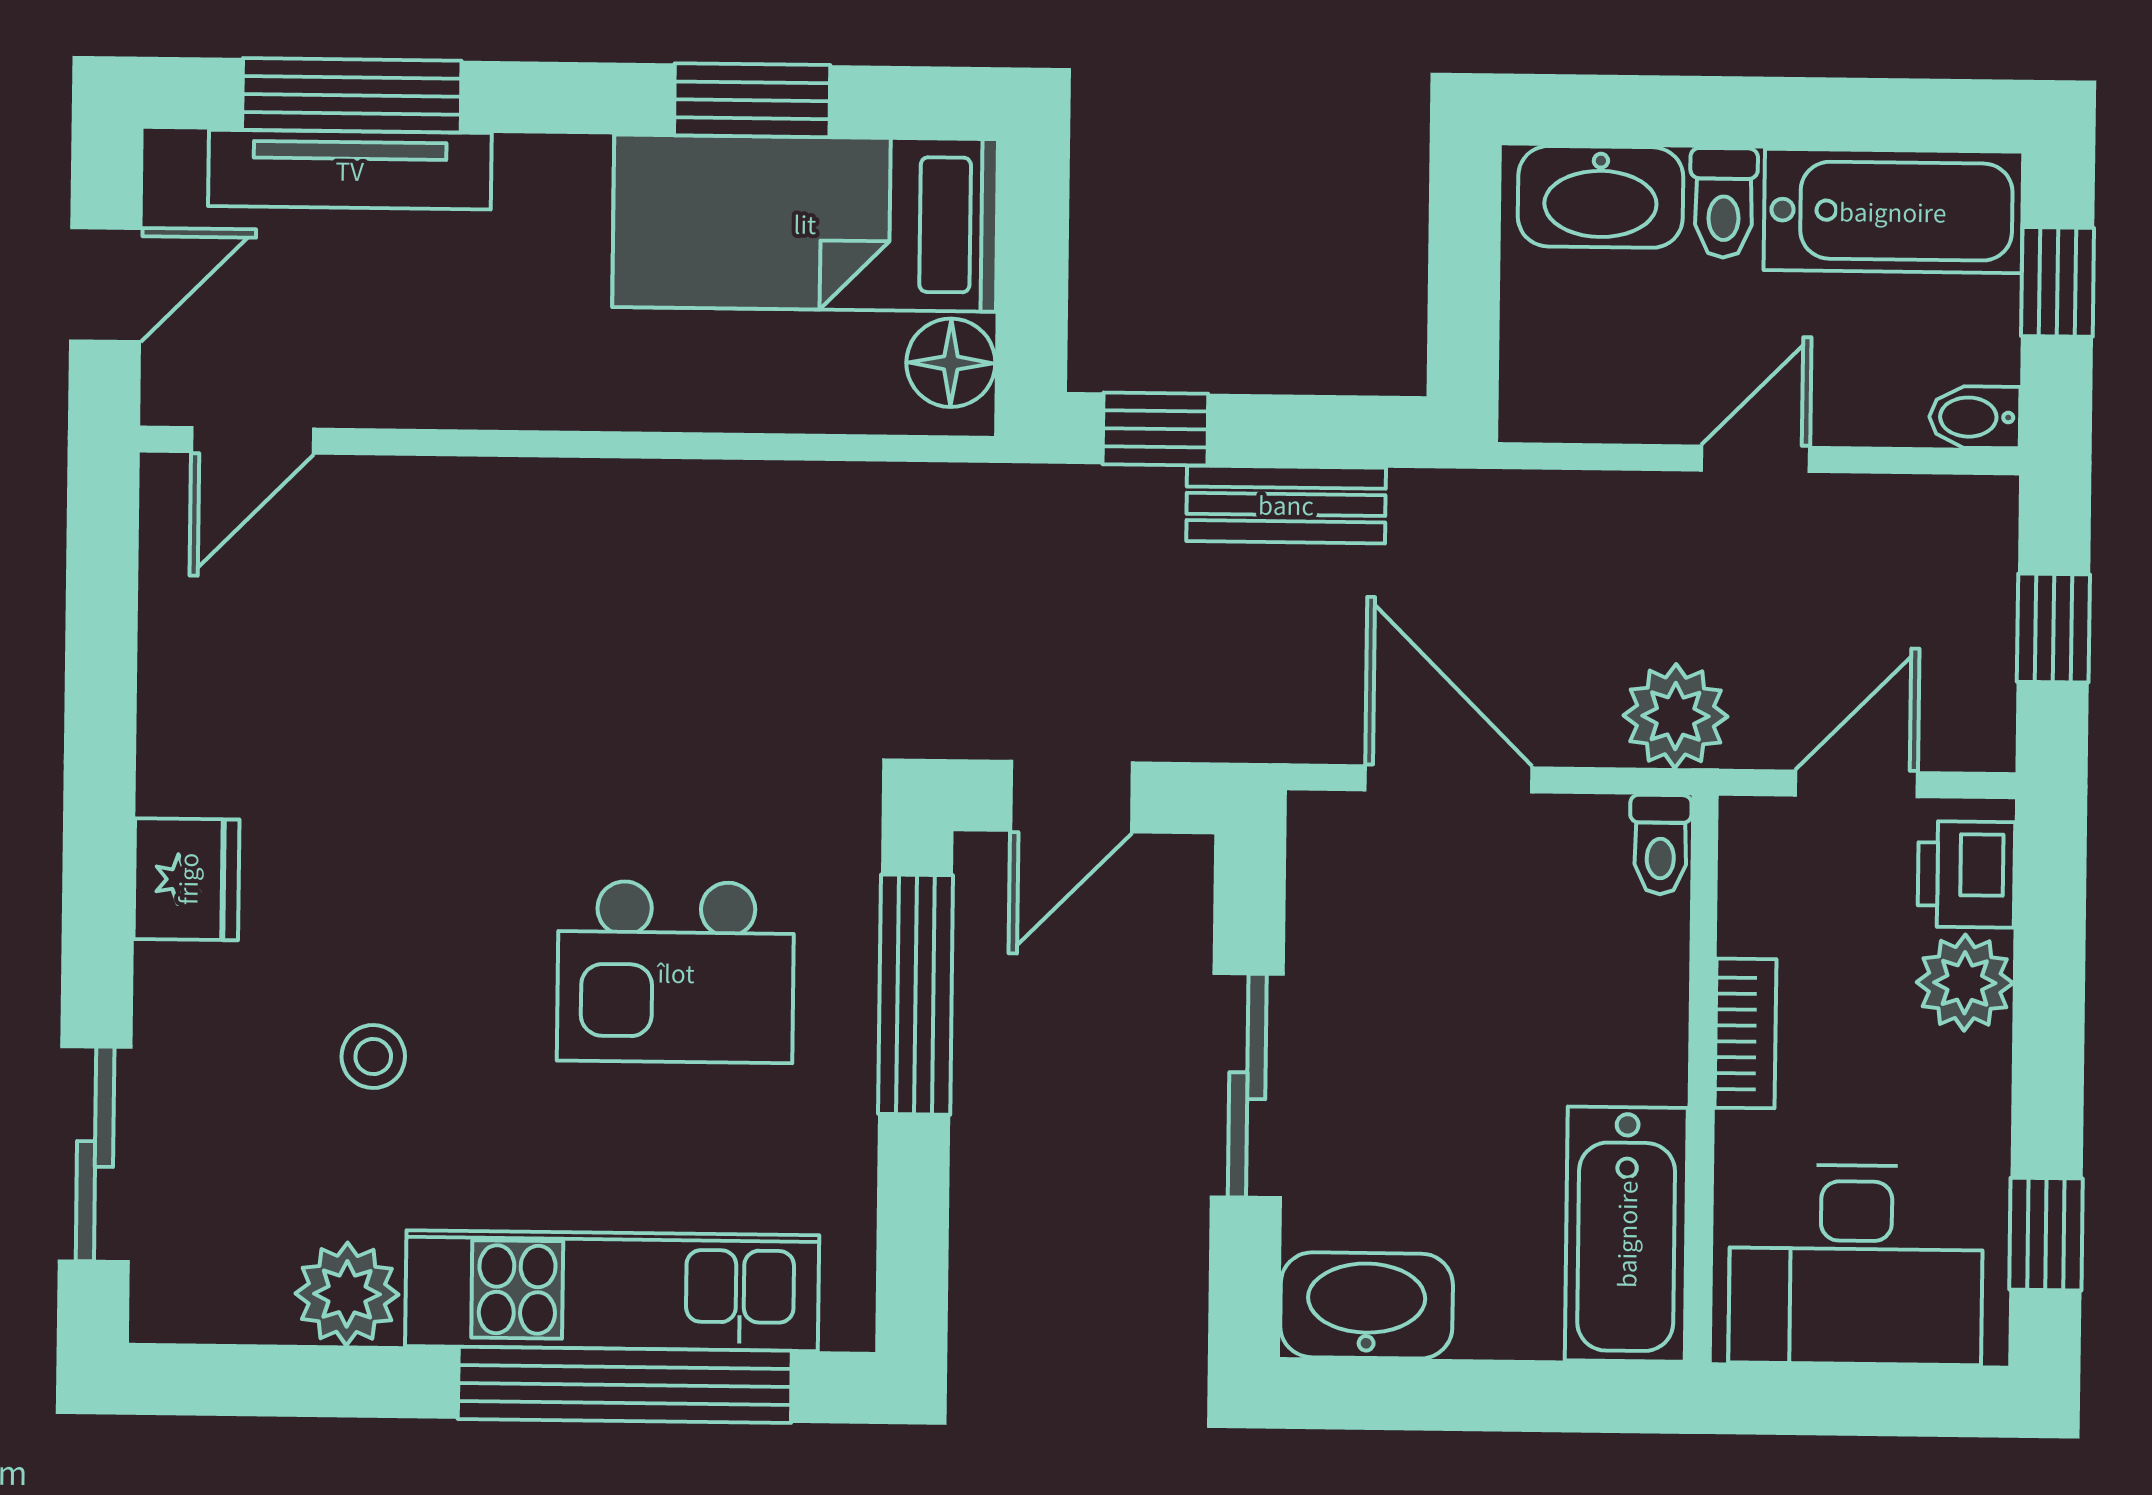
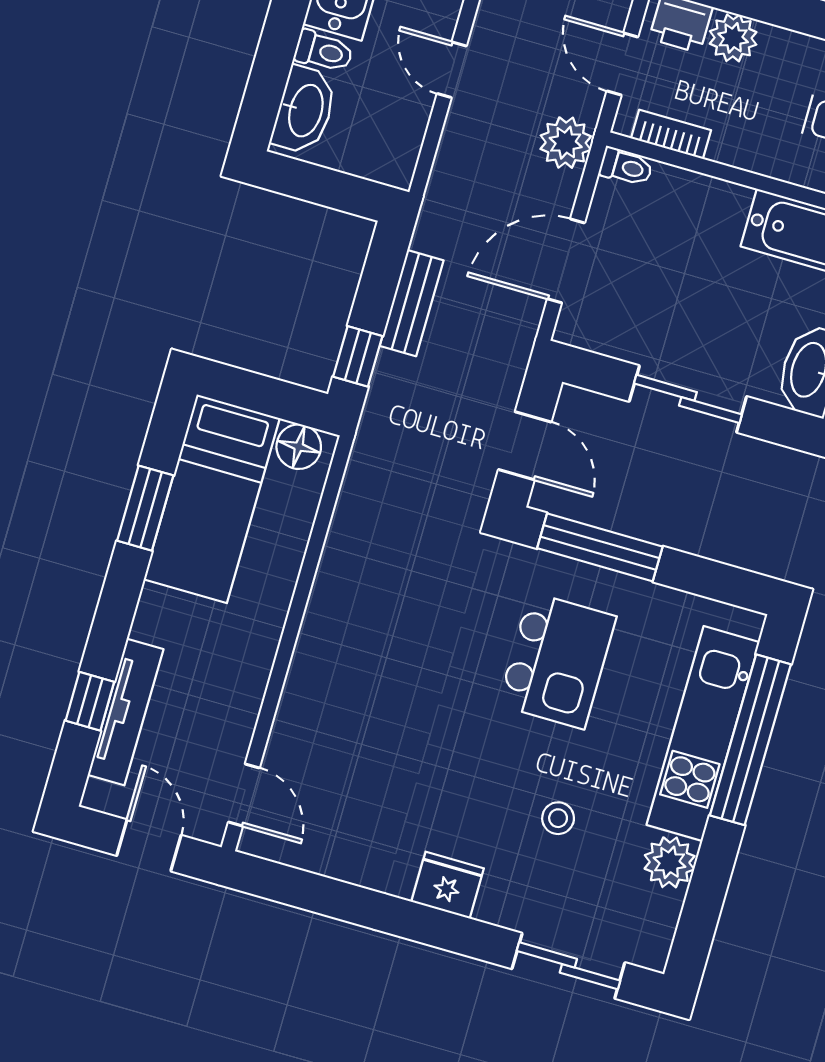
window: (352, 95) -> (90, 701), width x0.46
bookcase: (1745, 1033) -> (671, 134), moved

